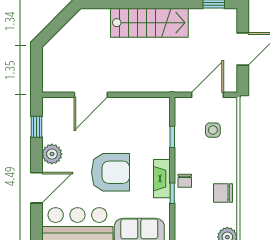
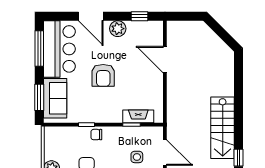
stairs: (149, 23) -> (223, 128), moved
armchair: (110, 172) -> (103, 75), width x0.73, depth x0.73
fireplace: (162, 179) -> (138, 116), moved

